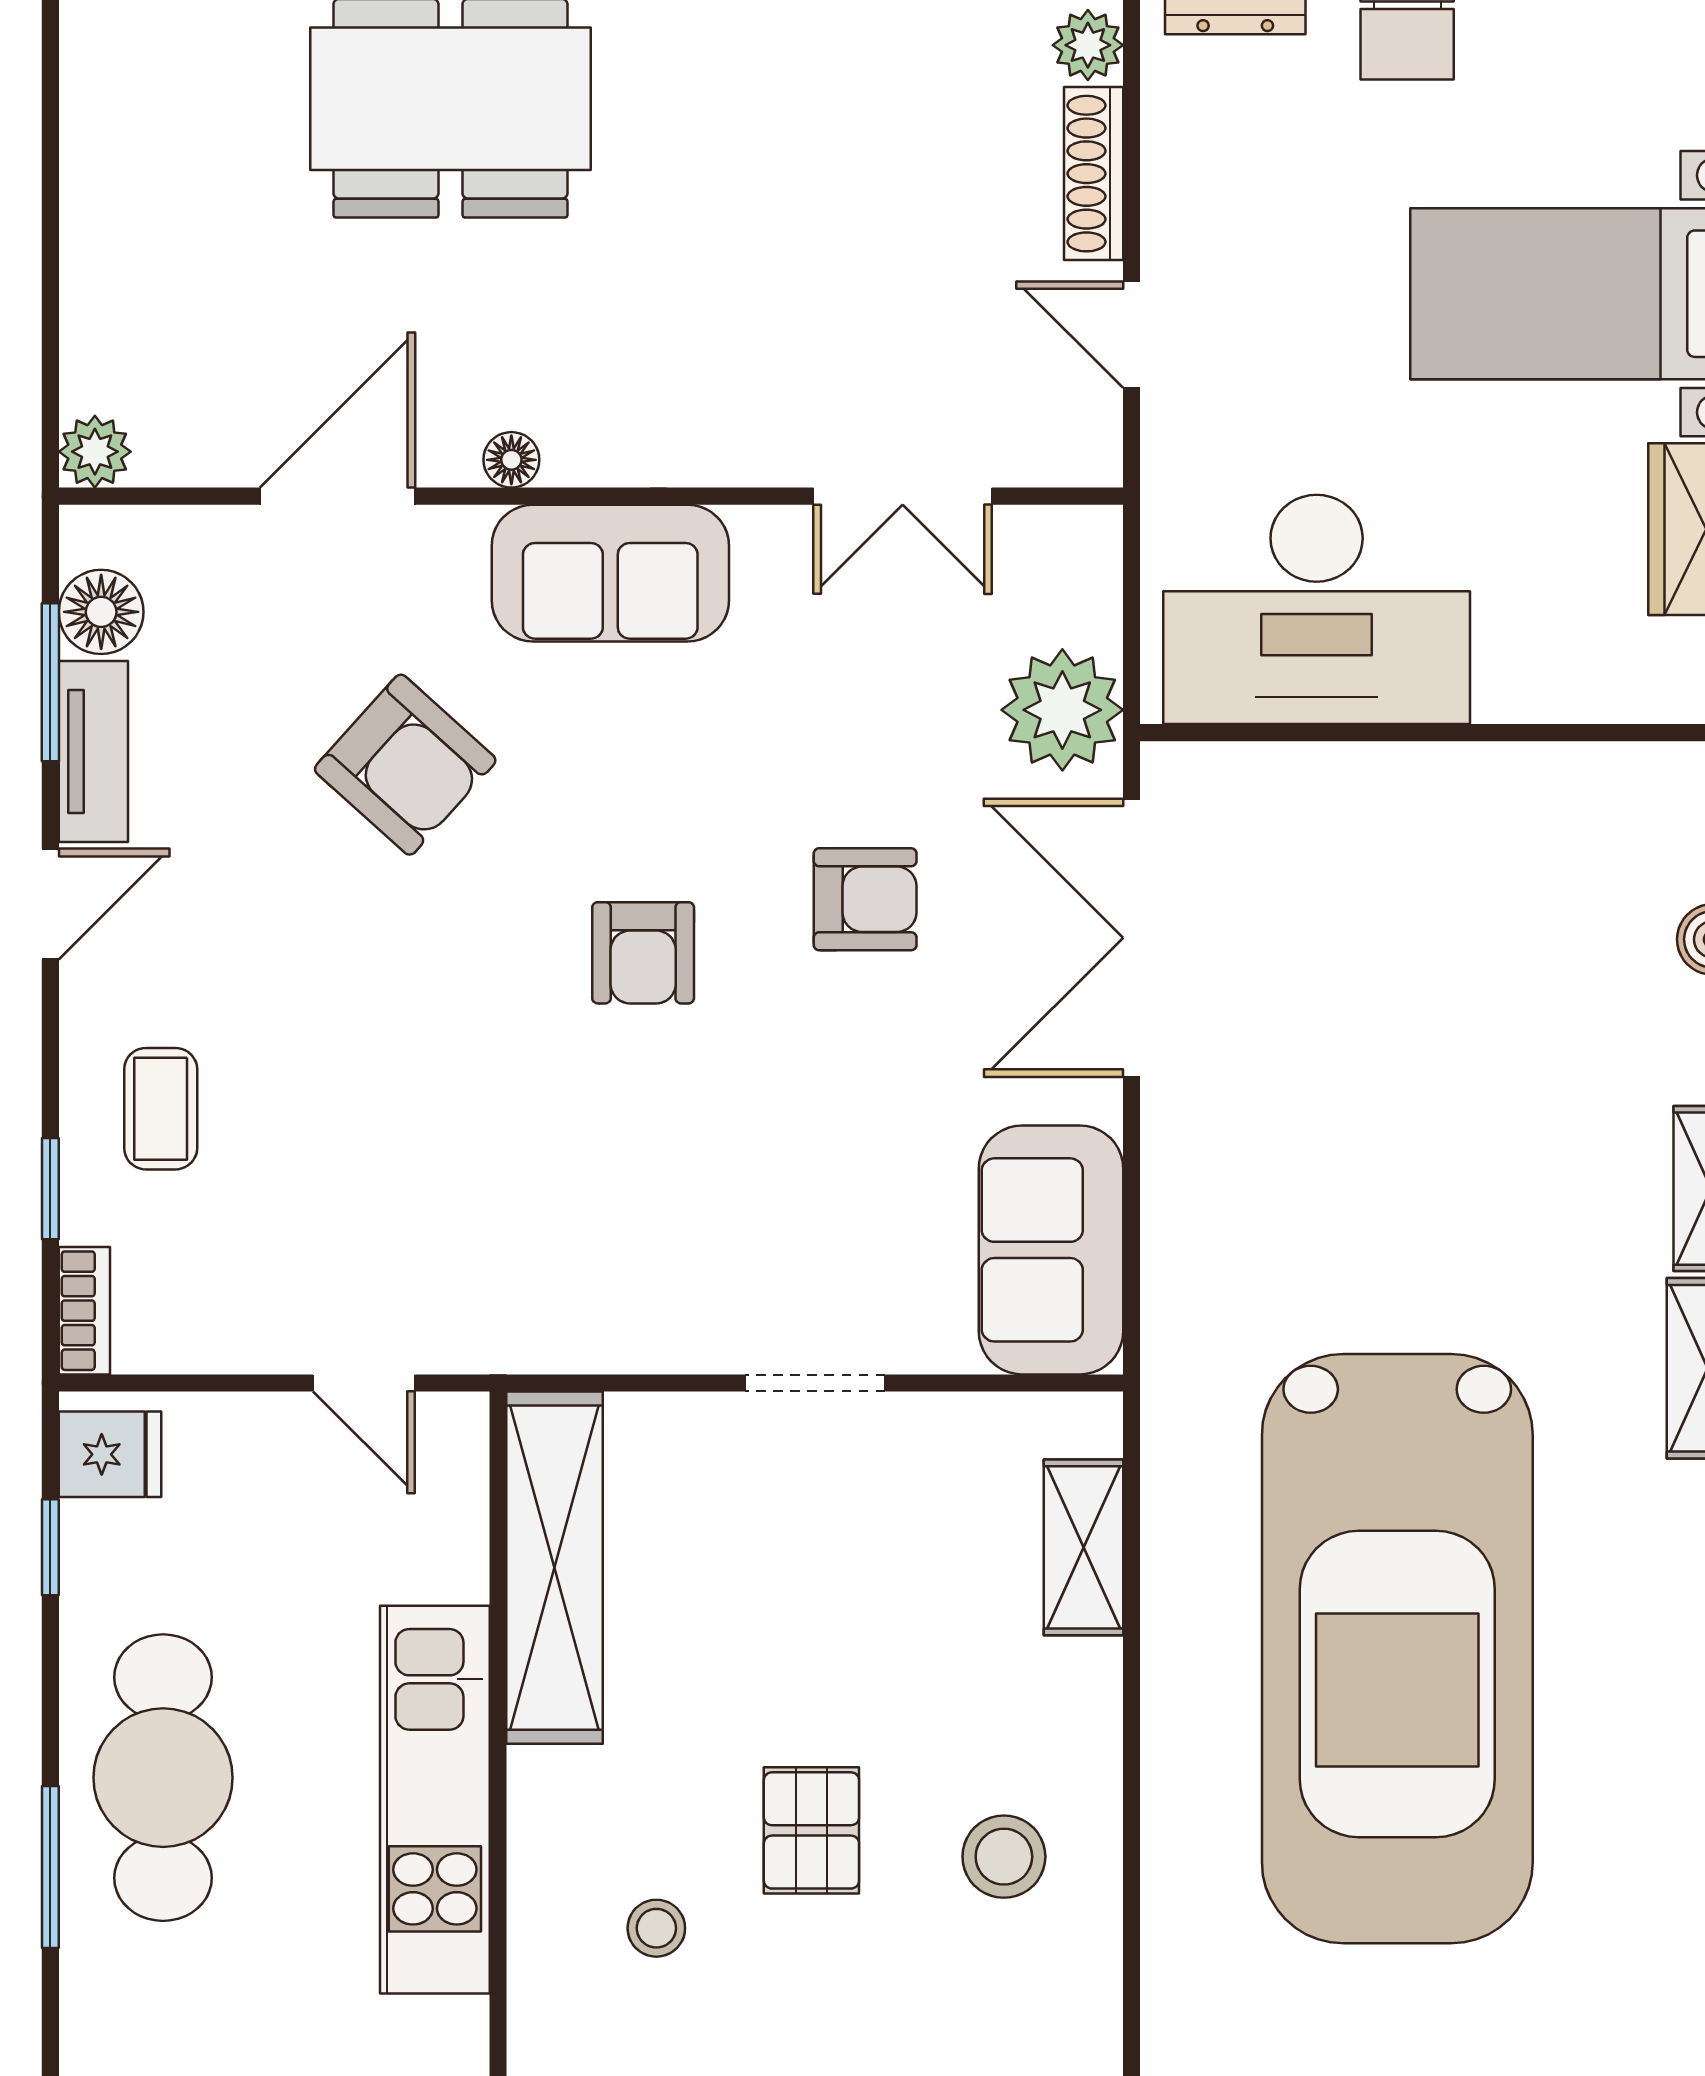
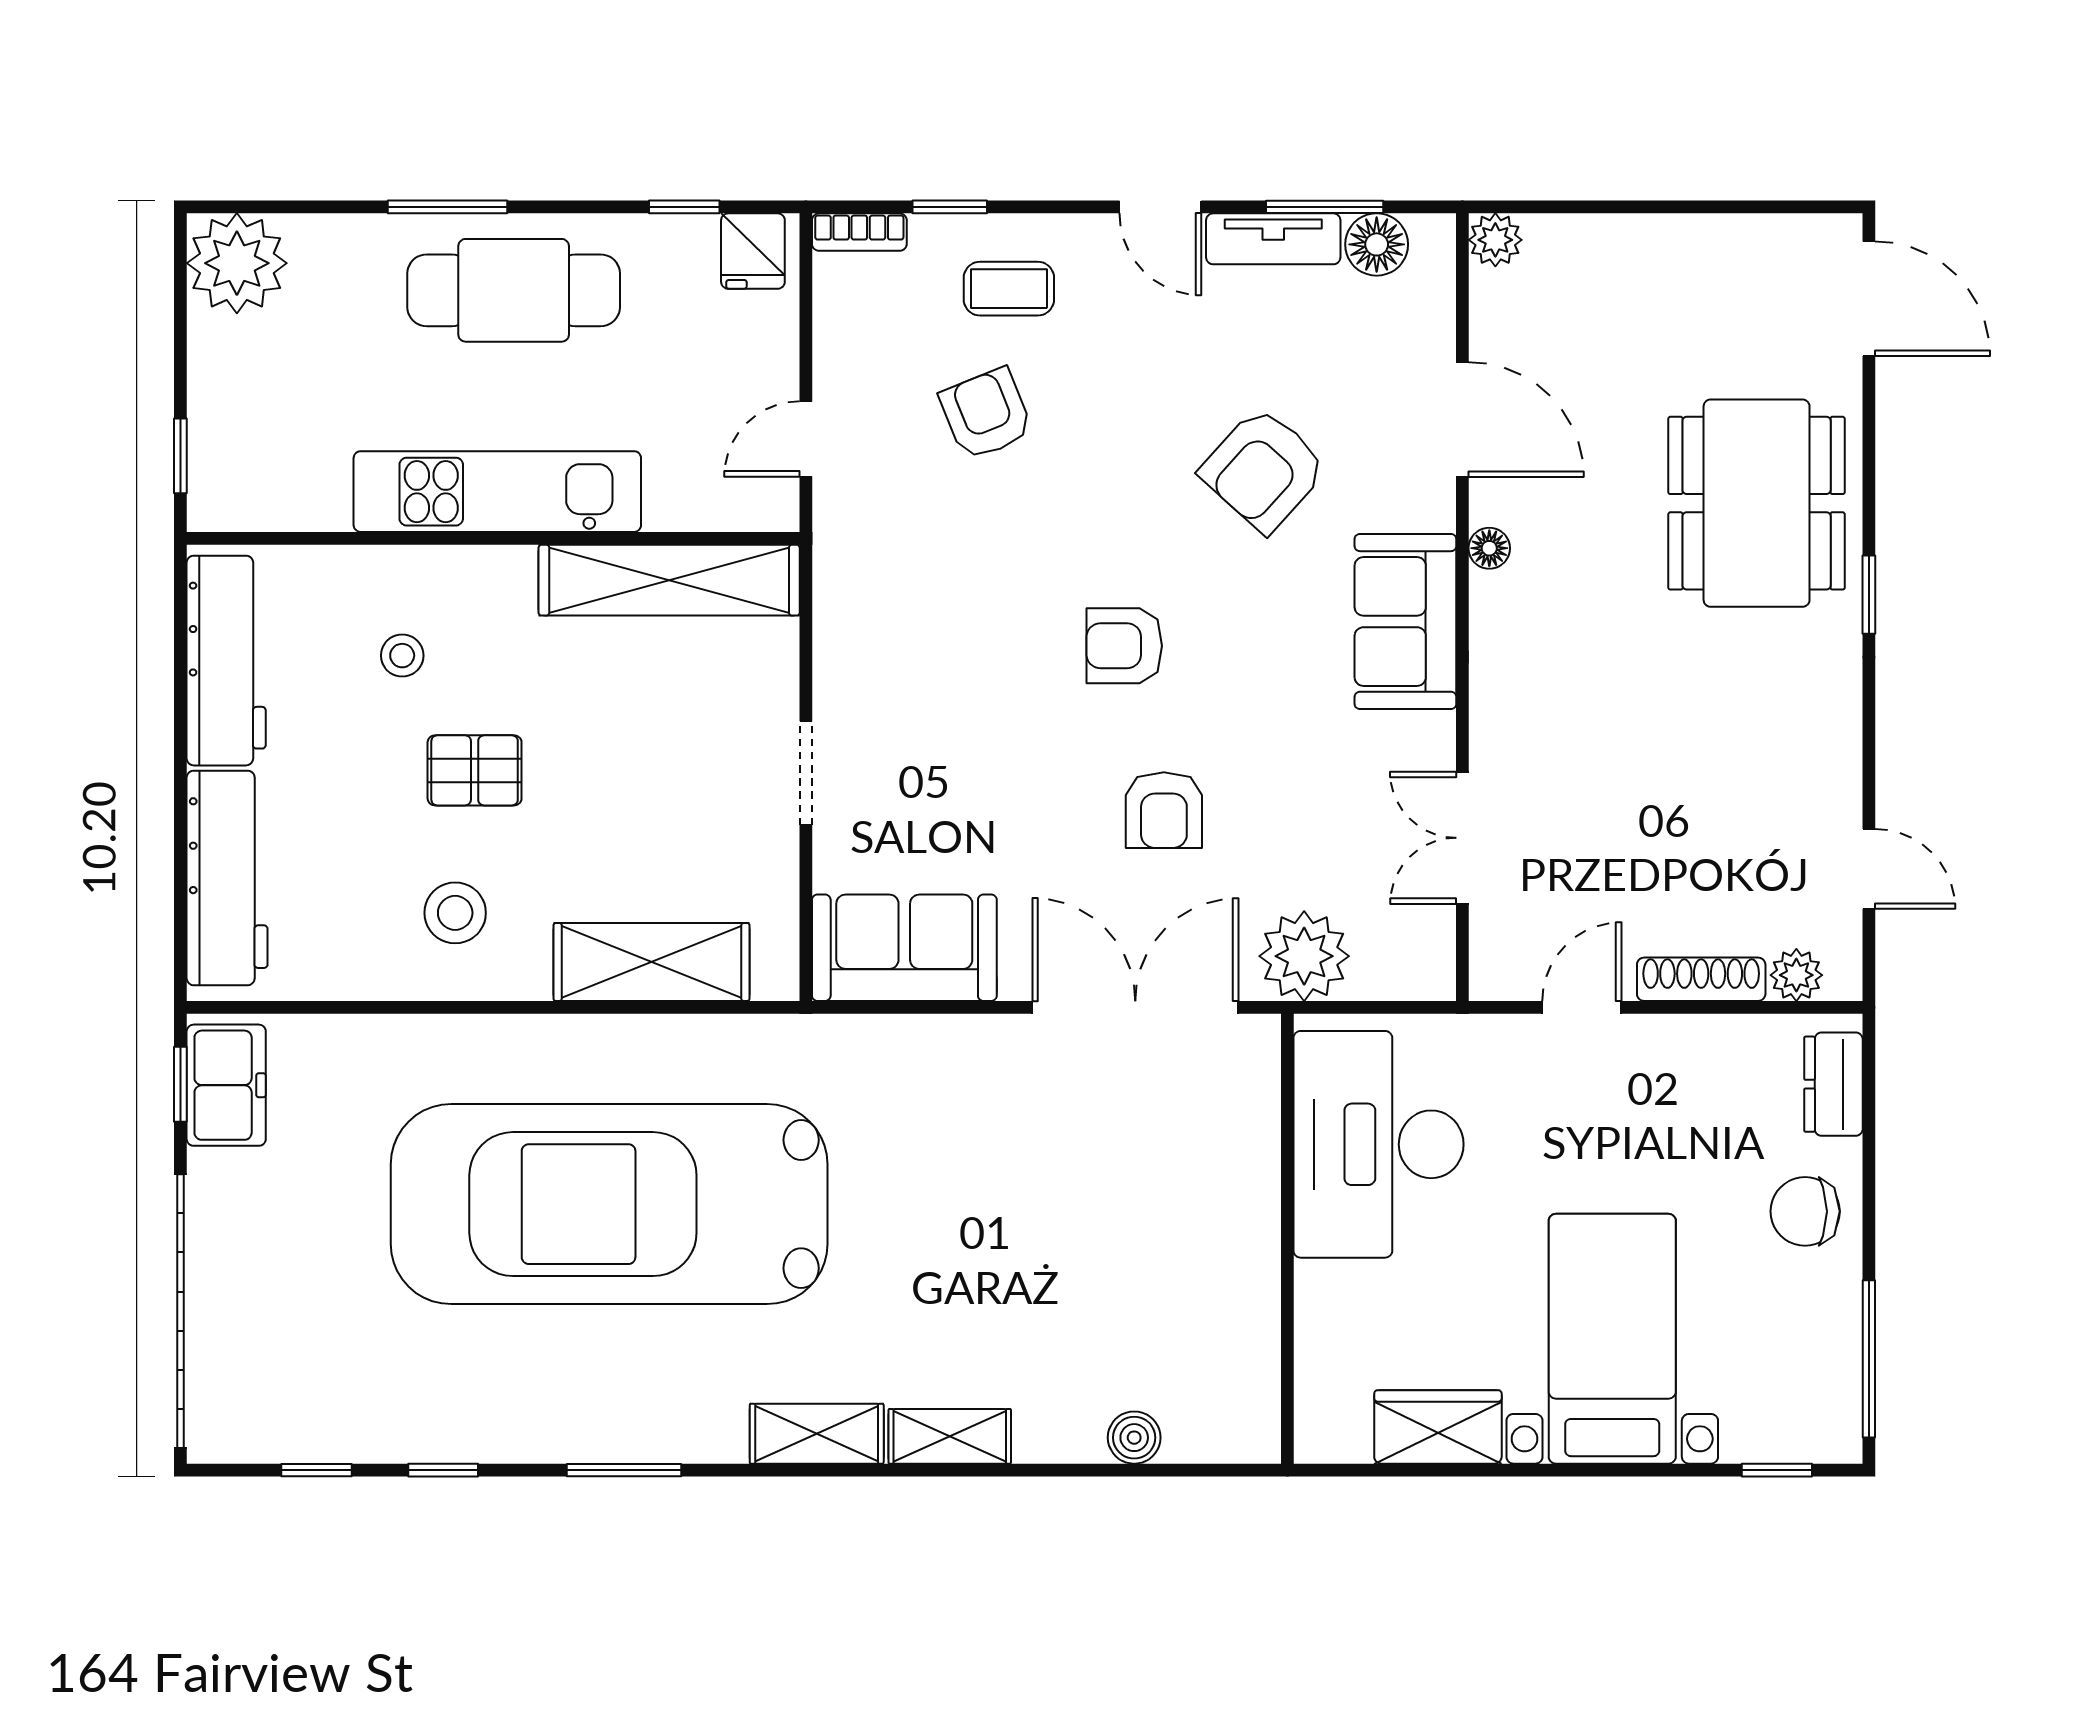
armchair: (330, 1139) -> (986, 414), added
shelving: (1083, 1547) -> (652, 962), width x1.50, depth x1.33

